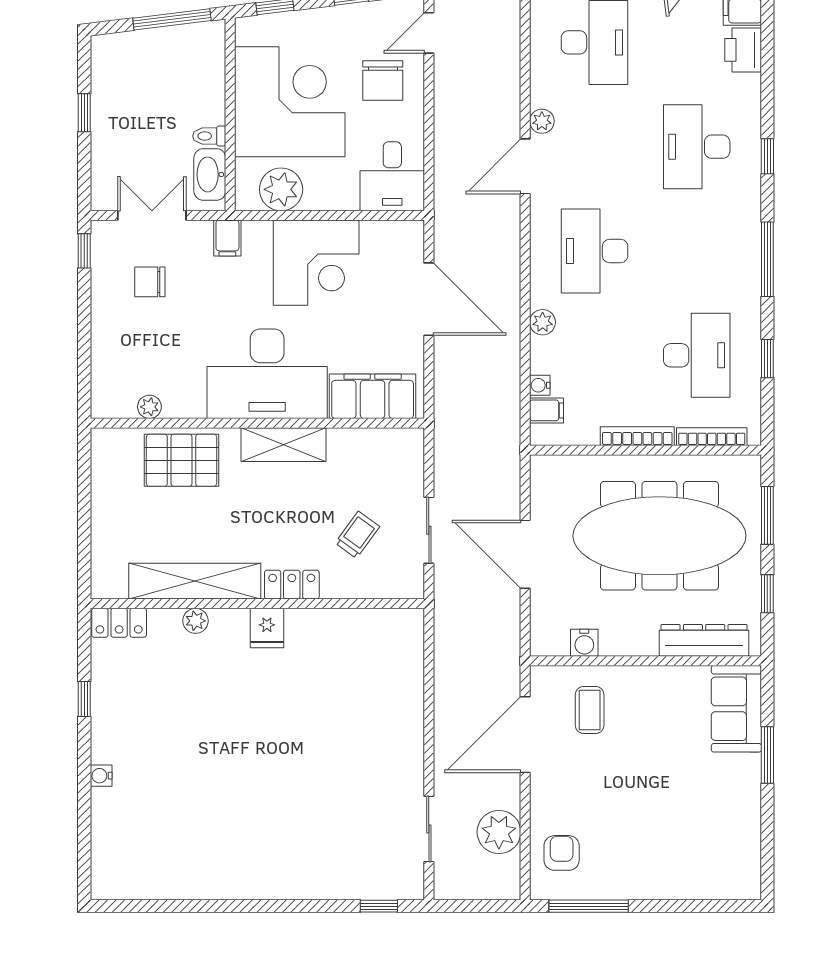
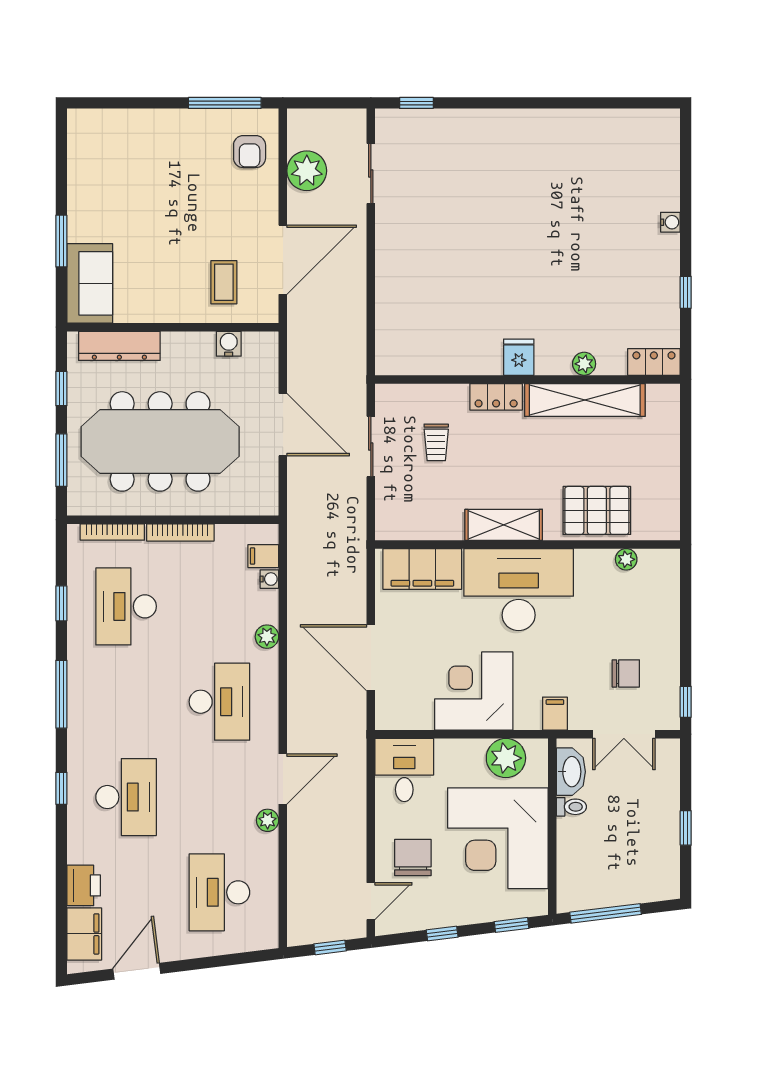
trolley: (357, 535) -> (436, 442), turned -36

